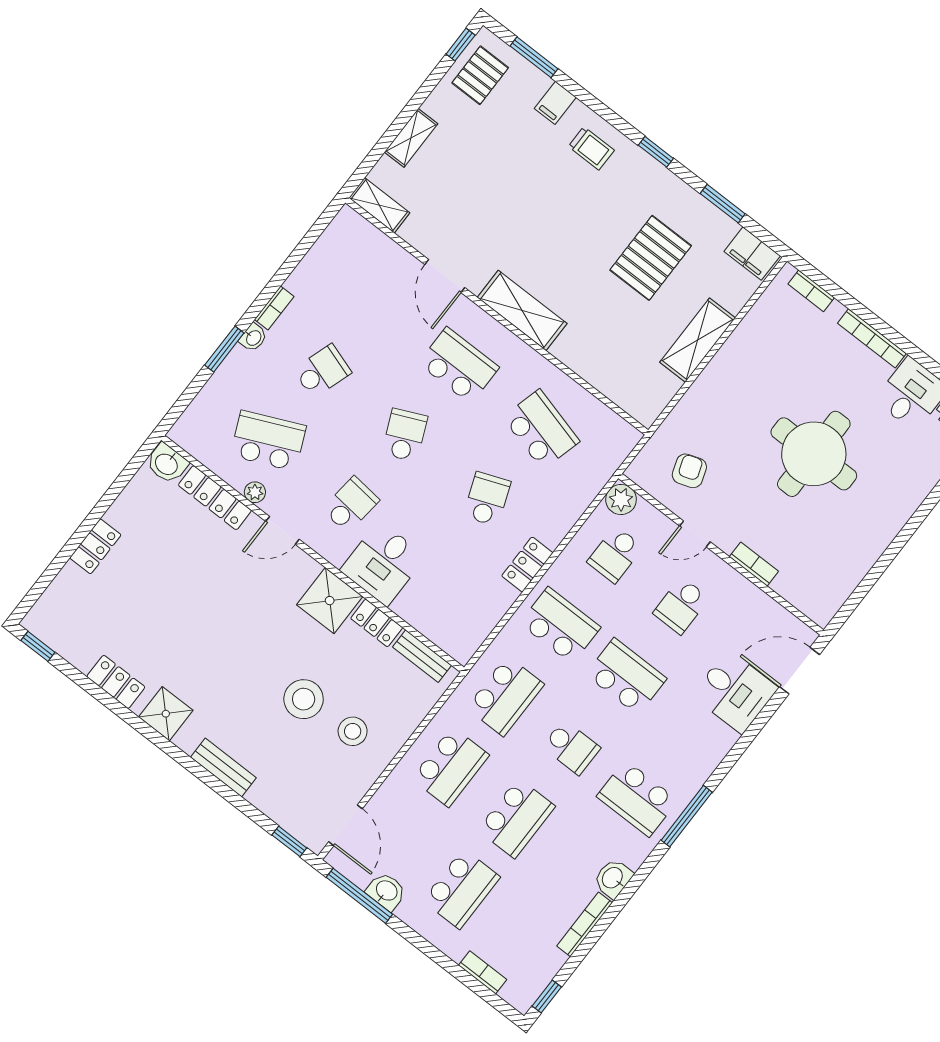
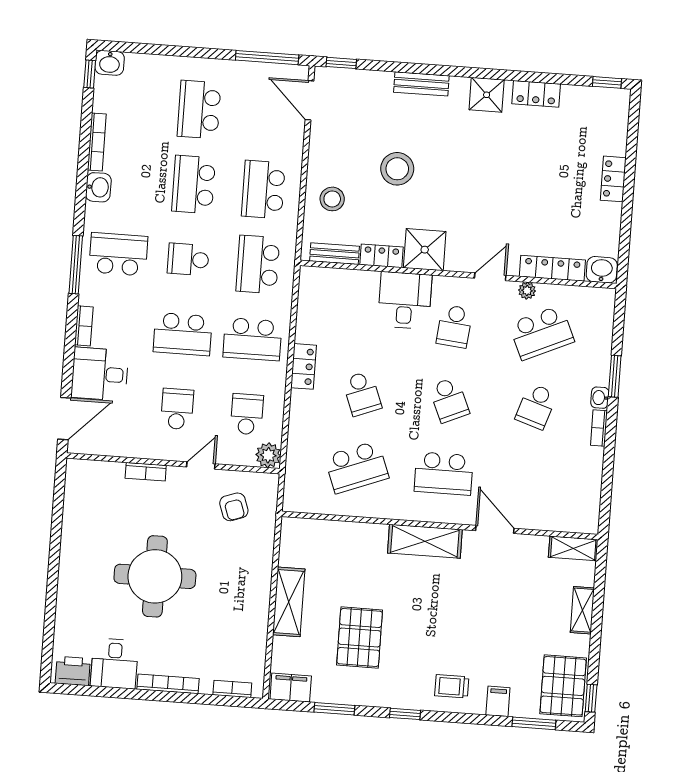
pallet: (480, 75) -> (563, 686), width x1.50, depth x1.42
school desk: (541, 429) -> (357, 467), turned -36
stool: (353, 731) -> (332, 199), moved
washbasin: (386, 891) -> (110, 63), moved
bookcase: (483, 972) -> (84, 326), moved, turned -90

